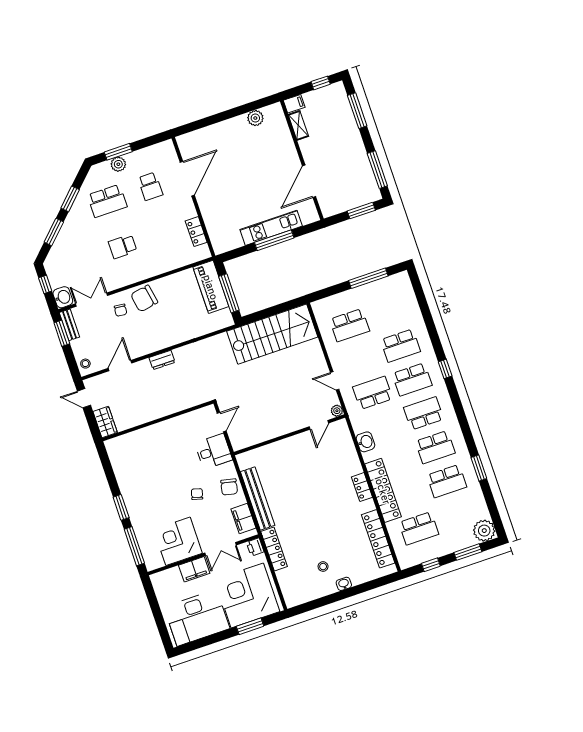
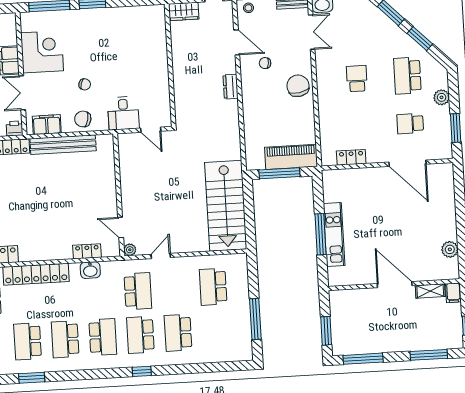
window: (118, 152) -> (456, 128), moved
door: (309, 181) -> (395, 285), moved
chair: (121, 310) -> (265, 63), moved
locker: (362, 487) -> (87, 251), moved

